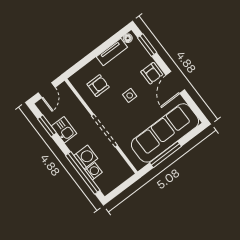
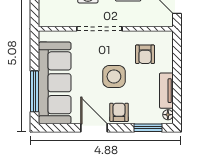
armchair: (152, 73) -> (119, 112), turned 90
side table: (130, 95) -> (114, 76), width x1.87, depth x1.87
window: (165, 154) -> (35, 91), moved

